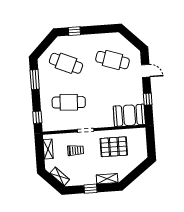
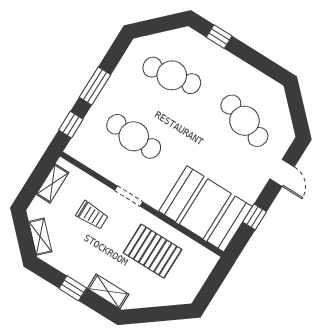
cafe table: (66, 63) -> (172, 75), turned -33
window: (35, 80) -> (95, 86), moved
booth: (129, 115) -> (205, 209), width x1.36, depth x1.42

